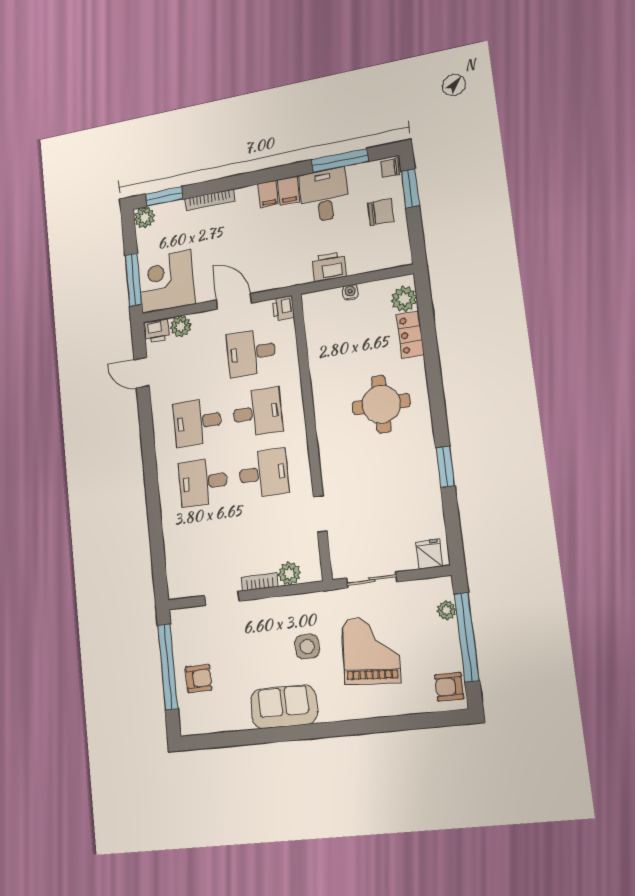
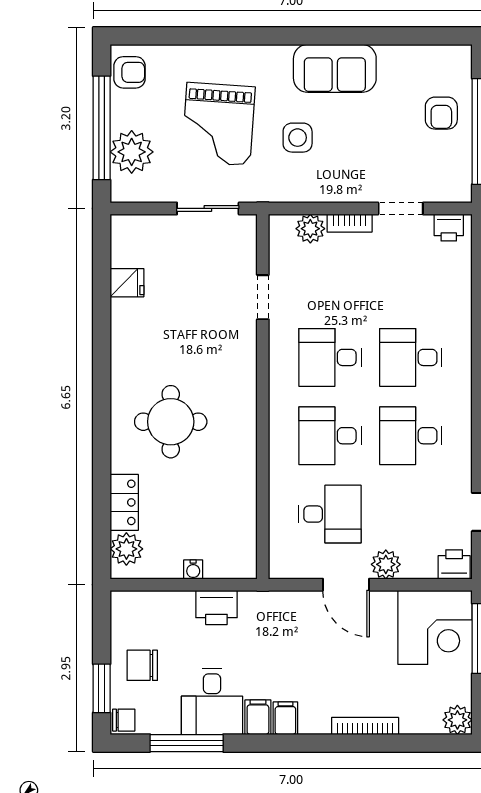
window: (164, 197) -> (427, 743), removed
printer: (283, 308) -> (449, 228), moved, turned 90
plant: (181, 326) -> (386, 564), moved
desk: (197, 422) -> (411, 436), turned 180
window: (445, 467) -> (102, 333), removed
desk: (203, 482) -> (411, 357), turned 180
fridge: (429, 554) -> (127, 283), moved, turned -90
plant: (446, 610) -> (132, 152), width x1.87, depth x1.87
armchair: (199, 679) -> (441, 113), turned -90

